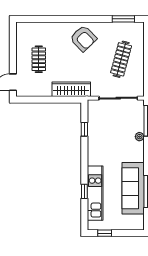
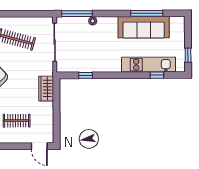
wardrobe: (71, 89) -> (46, 89), width x0.67
window: (84, 191) -> (157, 75), moved

